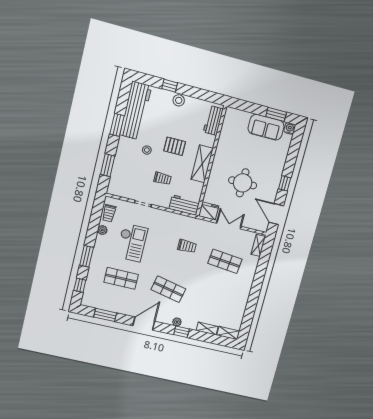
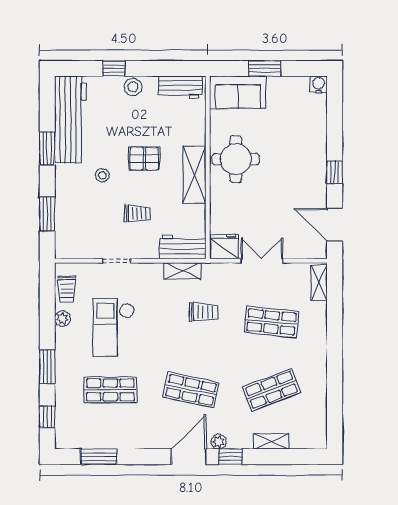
window: (276, 114) -> (265, 69), moved
workbench: (213, 121) -> (180, 87), moved, turned -90
sofa: (266, 127) -> (238, 92), moved
round table: (243, 183) -> (236, 159), moved
checkout: (132, 243) -> (114, 328), turned 180
shop shelf: (215, 300) -> (271, 390), added
door: (144, 323) -> (189, 457), moved
shelving: (228, 333) -> (183, 271), moved

